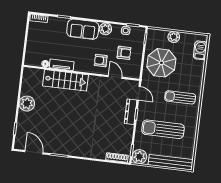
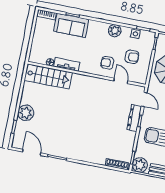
sofa: (83, 29) -> (71, 25), moved
stairs: (65, 80) -> (48, 76), moved
plant: (27, 104) -> (26, 113), moved

